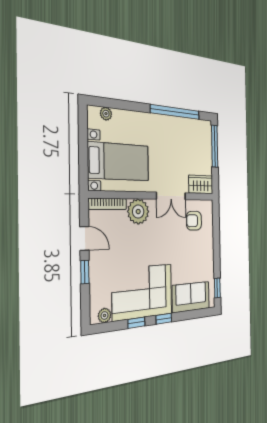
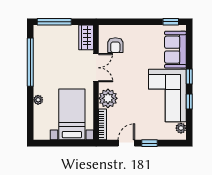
plant: (106, 114) -> (38, 100), moved

